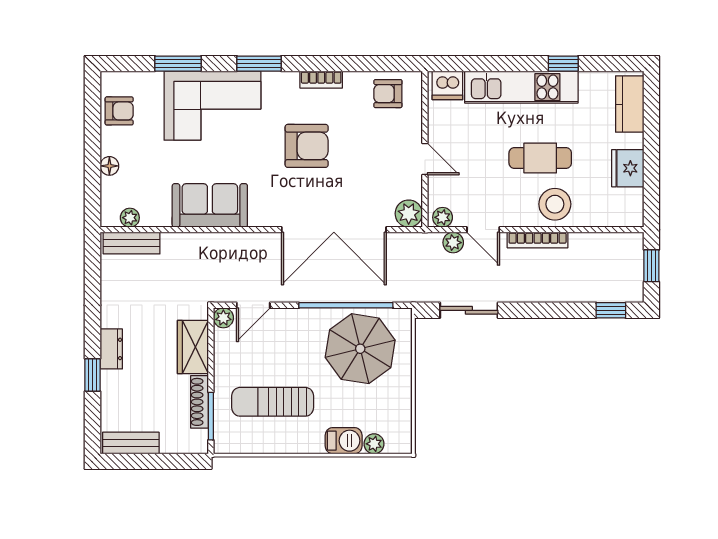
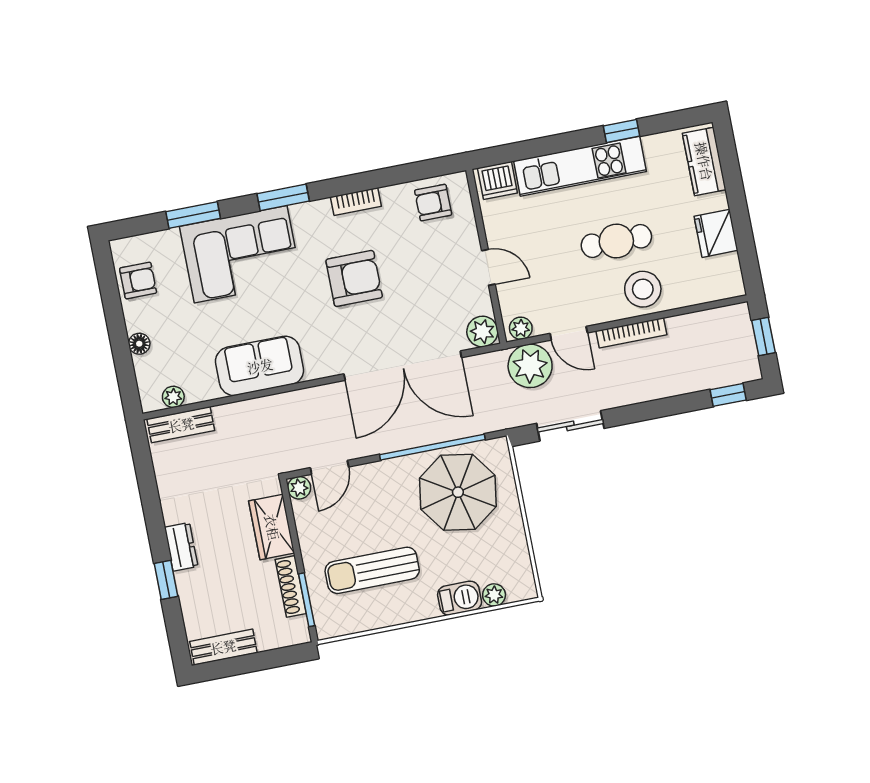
plant: (453, 243) -> (530, 366), width x1.87, depth x1.87

